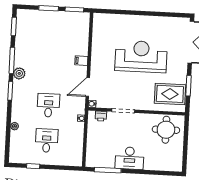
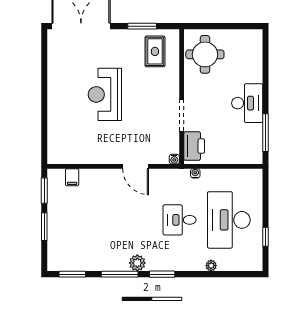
reception desk: (141, 57) -> (105, 94), width x0.74, depth x0.77
filing cabinet: (81, 61) -> (72, 177), moved
door: (88, 87) -> (136, 166), moved
rug: (170, 94) -> (155, 51), width x0.73, depth x0.70
printer: (101, 116) -> (194, 146), width x1.87, depth x1.48
desk: (47, 141) -> (229, 220), width x1.87, depth x1.30

